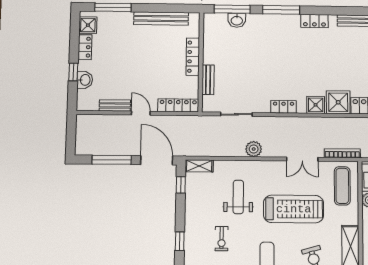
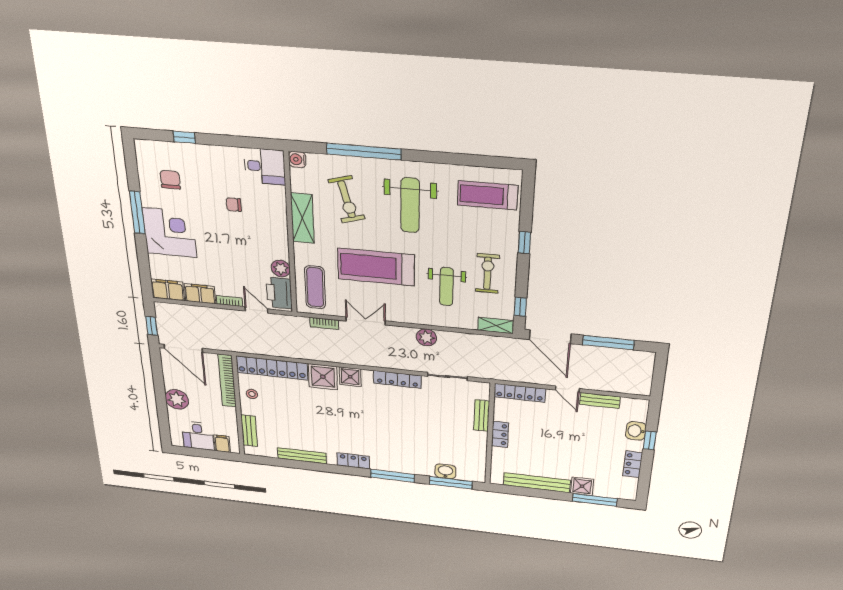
shower: (88, 25) -> (582, 486), moved
locker: (193, 57) -> (500, 434), width x0.66
locker: (284, 107) -> (397, 379), width x1.53
bookcase: (342, 153) -> (324, 323), width x0.64
exercise bike: (222, 239) -> (488, 273), moved, width x1.38, depth x1.39

